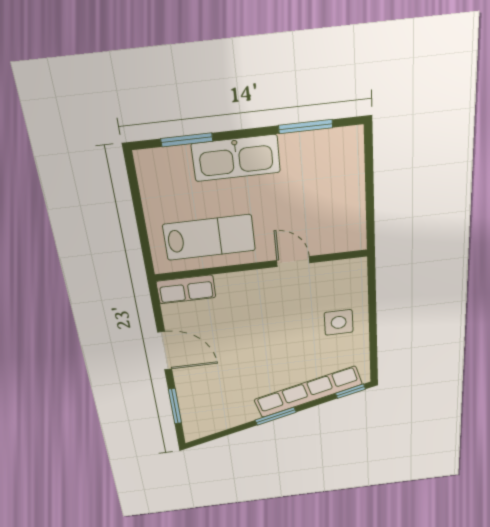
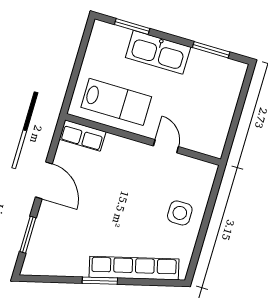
window: (351, 391) -> (167, 283), removed

